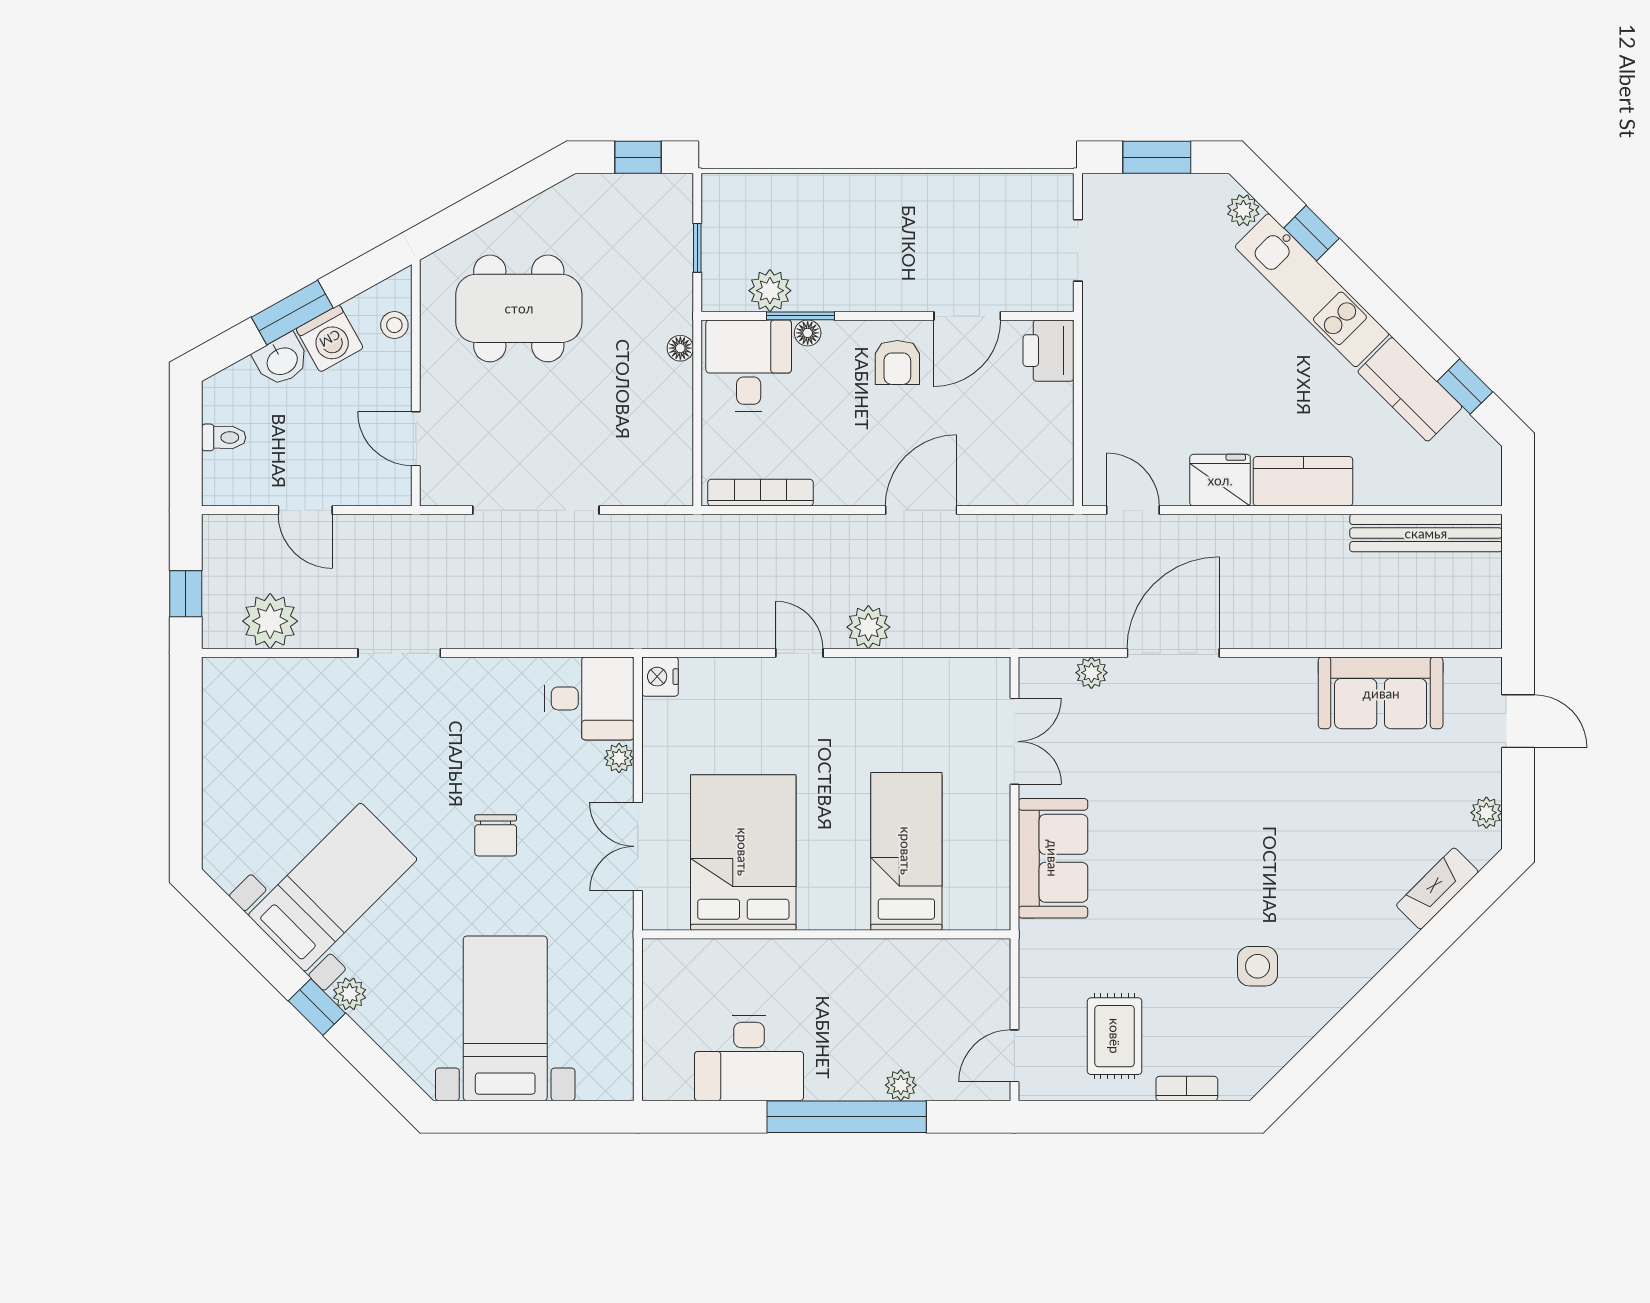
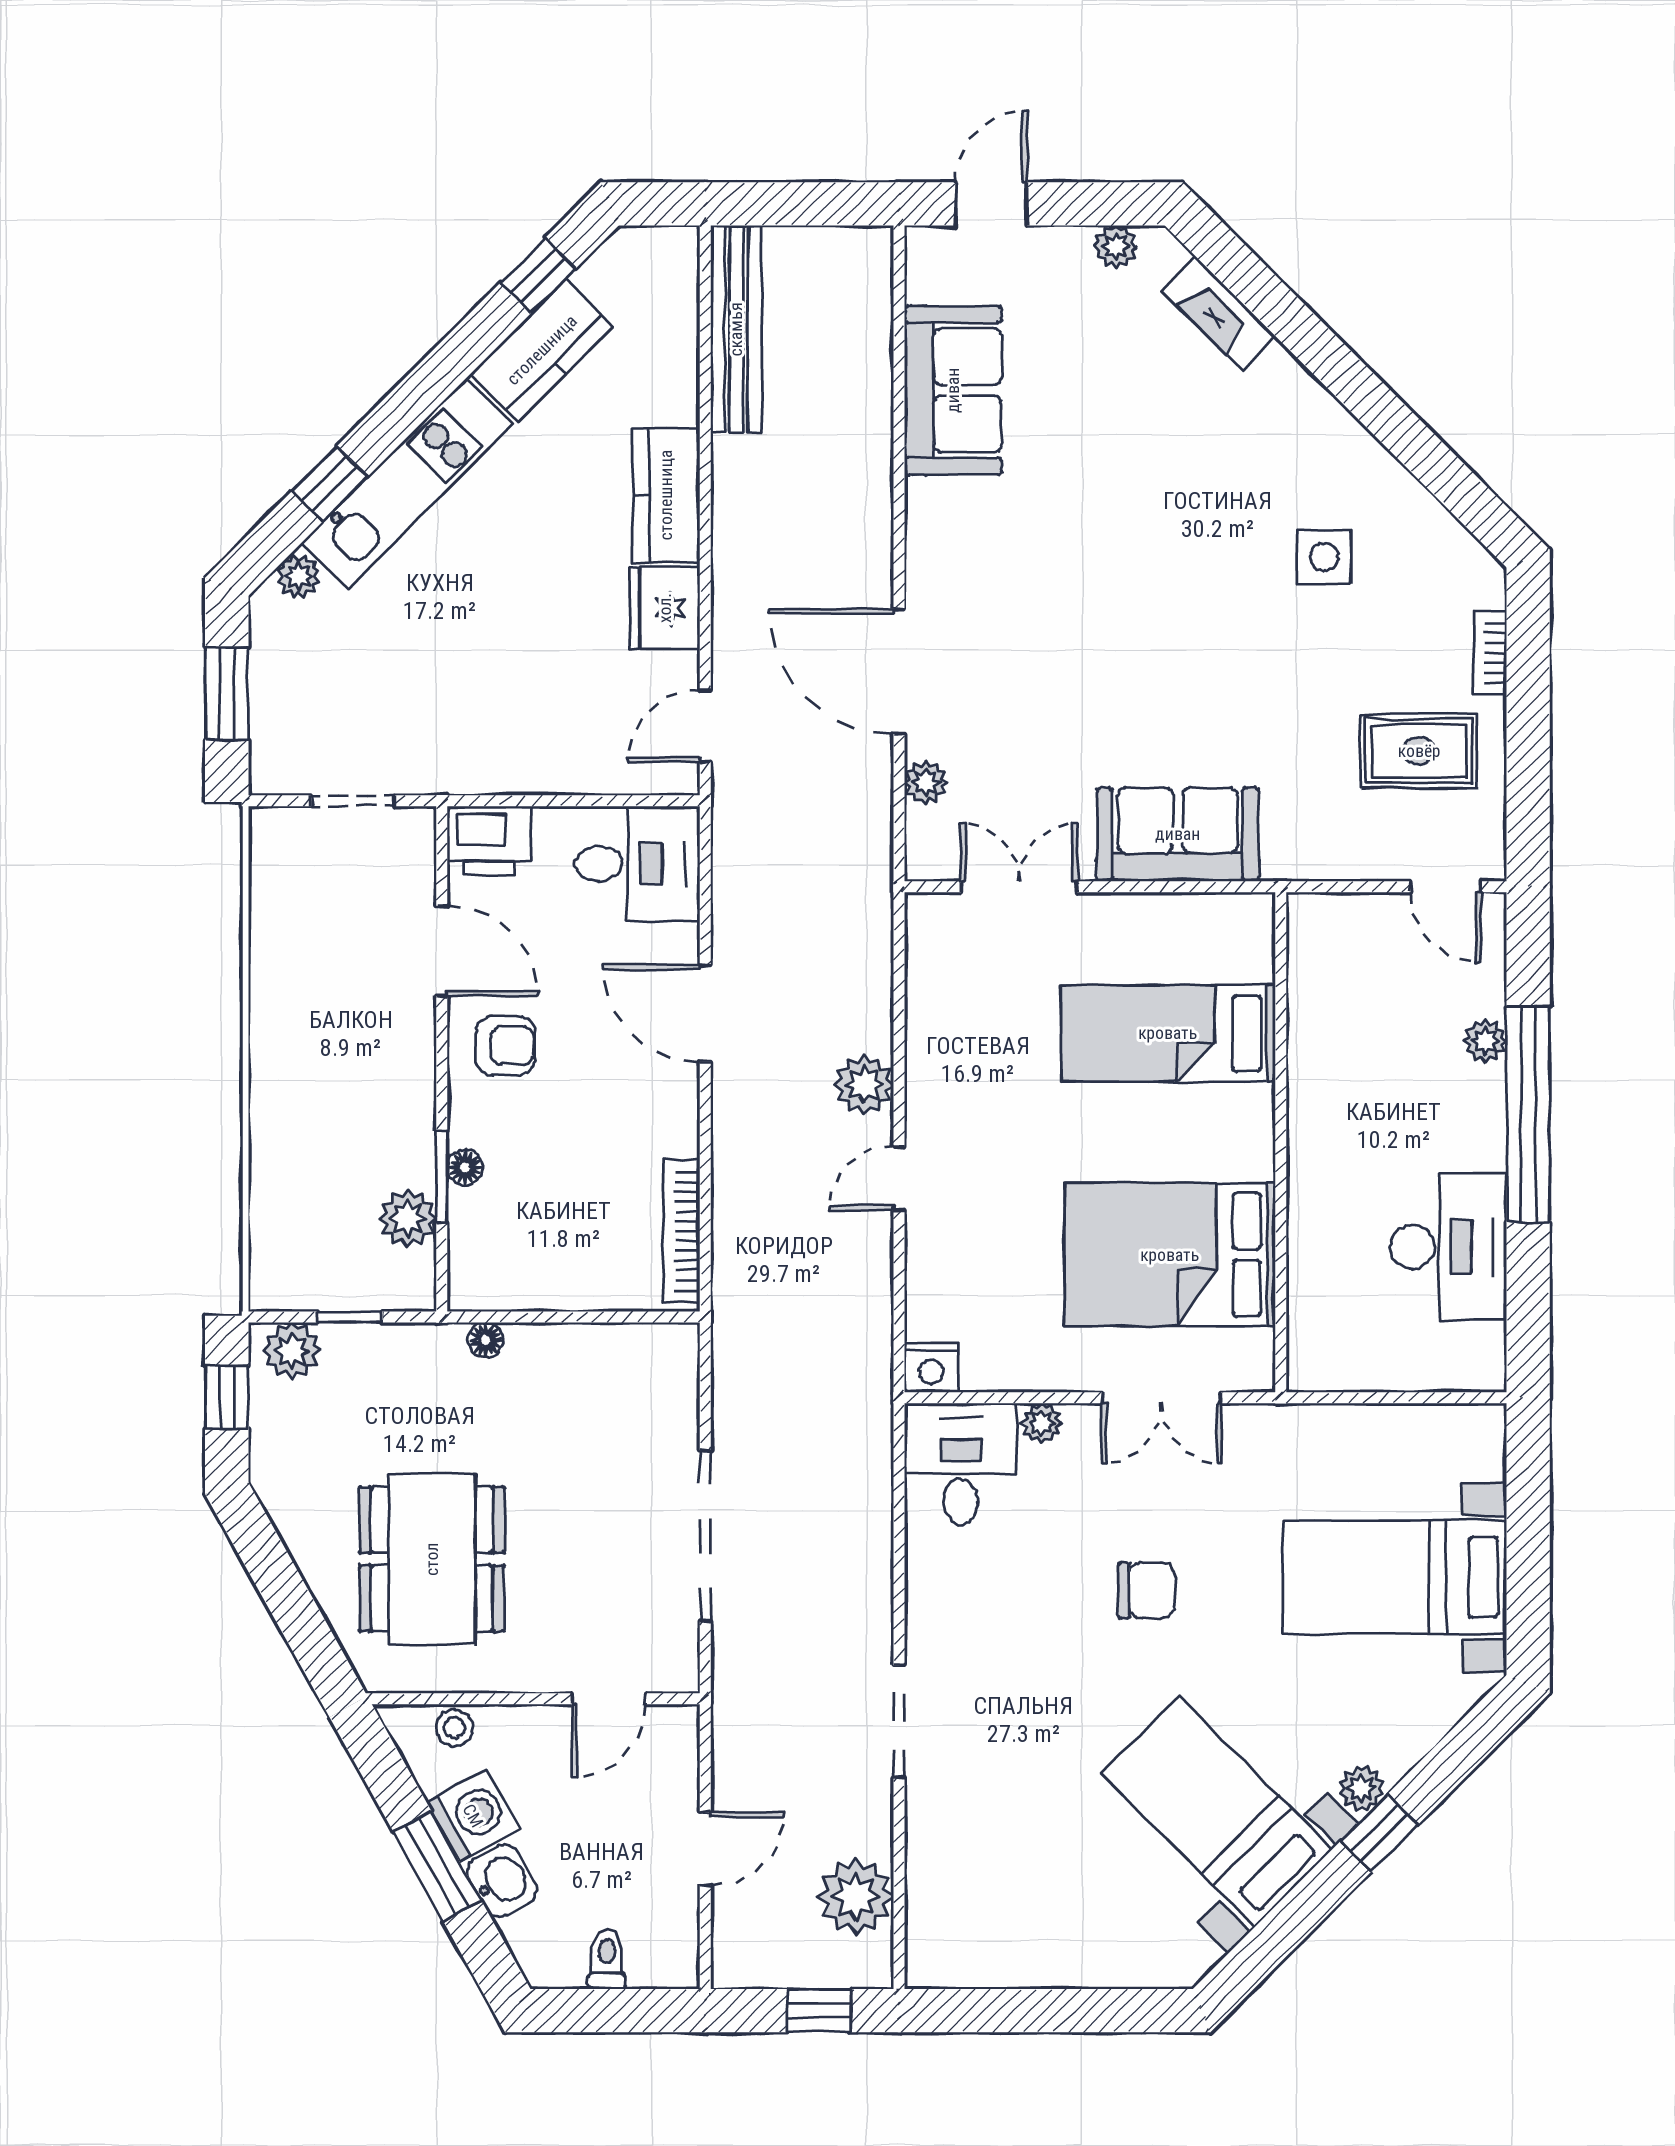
plant: (673, 205) -> (292, 1351), added
desk: (749, 366) -> (638, 864), moved, turned 180

